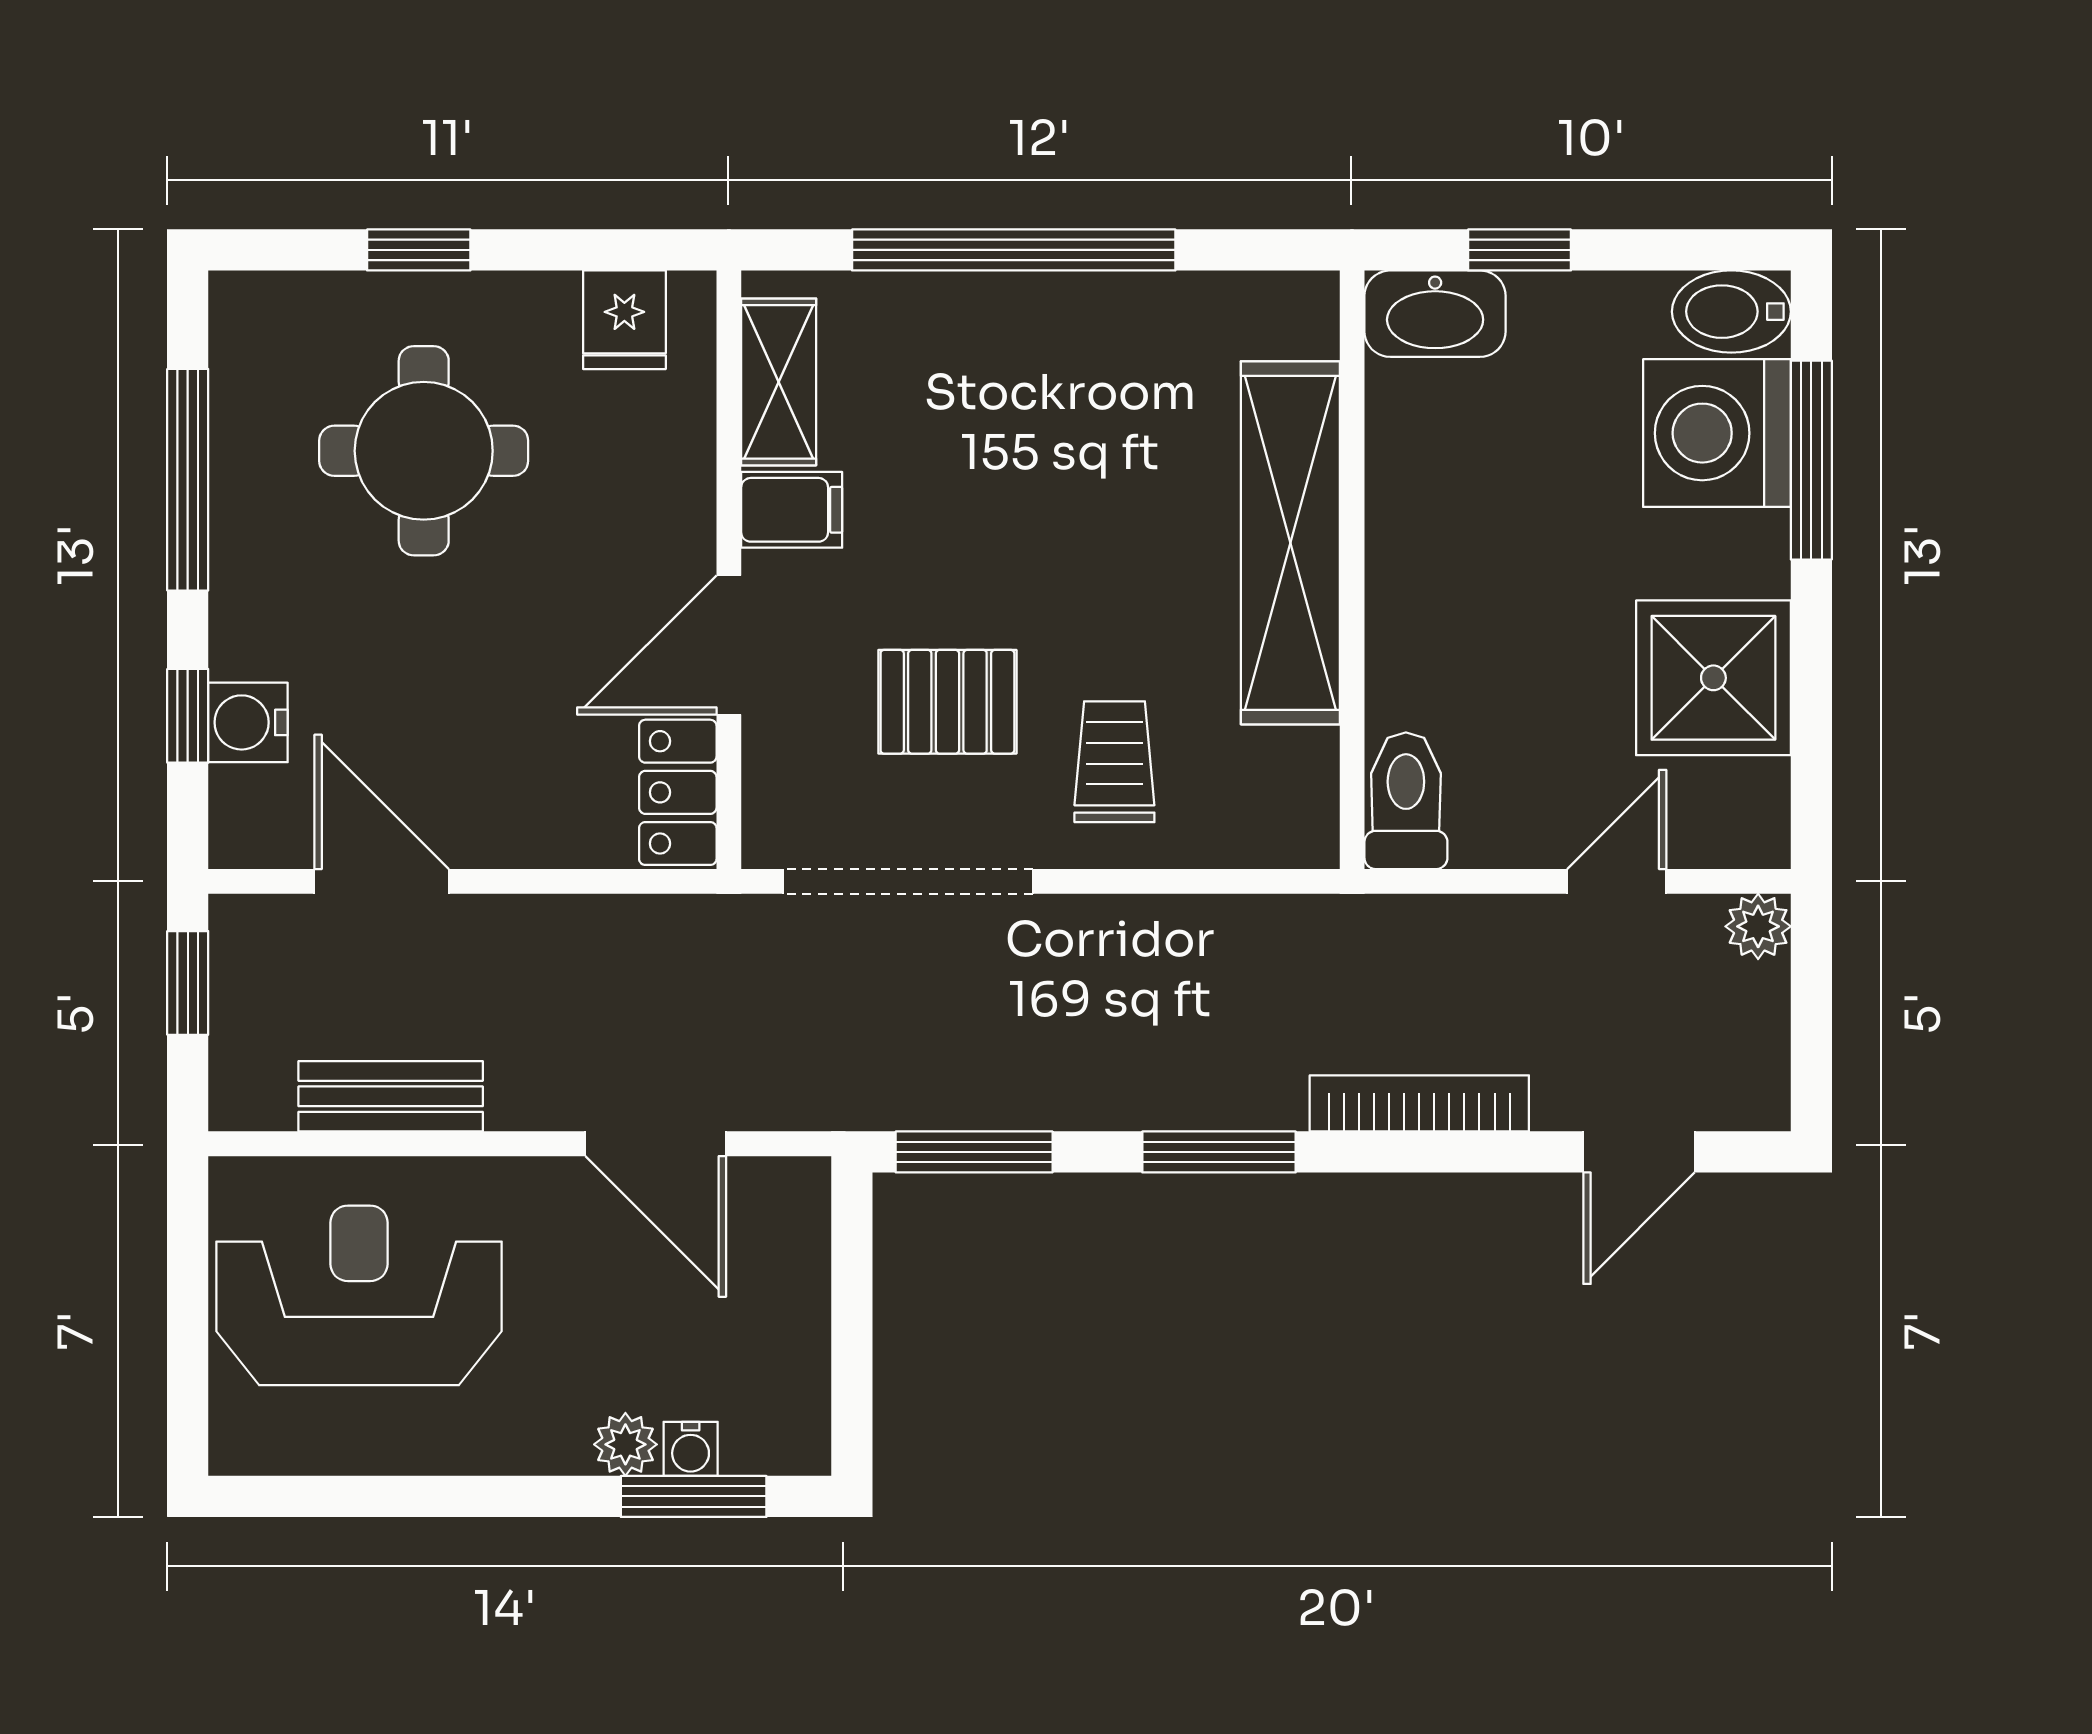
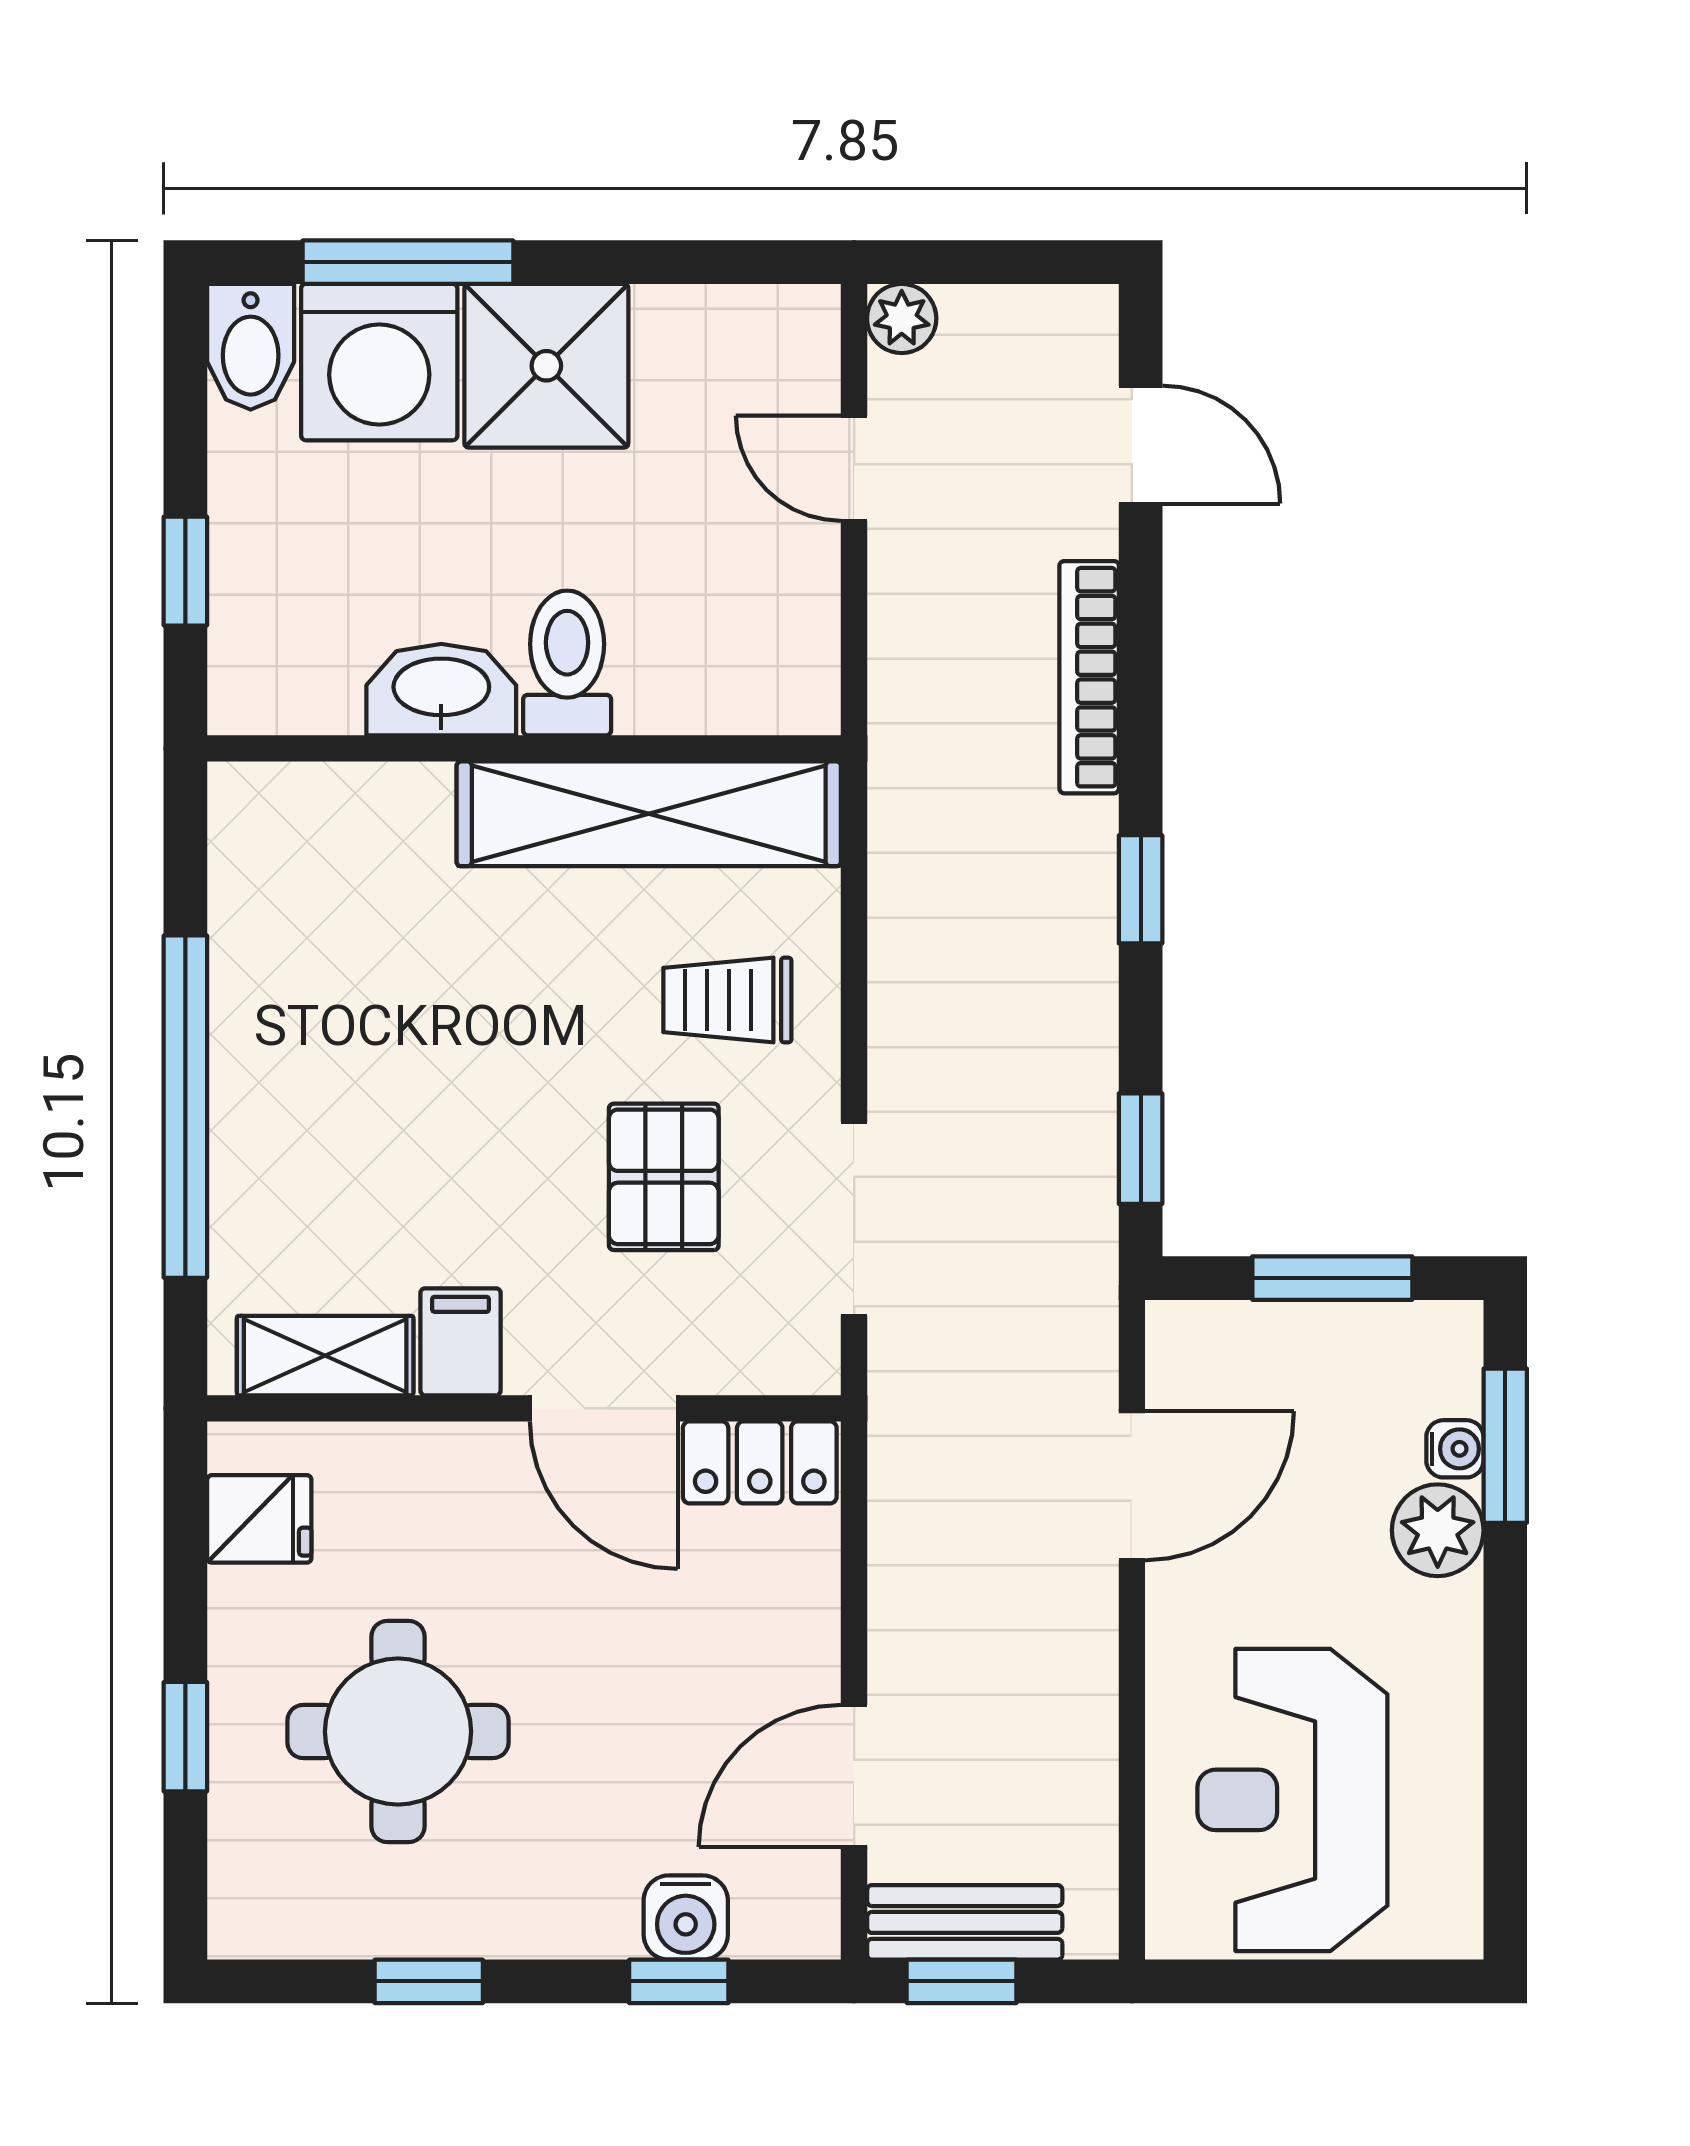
washbasin: (1435, 314) -> (441, 690), moved, turned -90
window: (188, 480) -> (429, 1981), width x0.46
shelving: (1290, 543) -> (649, 814), moved
shower: (1713, 678) -> (546, 366), moved
toilet: (1406, 801) -> (567, 663), moved, turned 90
doorway: (908, 881) -> (854, 1219), width x0.73
bench: (391, 1096) -> (965, 1922), moved, turned 90
window: (974, 1152) -> (1141, 1149), width x0.67
window: (1219, 1152) -> (1141, 889), width x0.67
window: (852, 1333) -> (1332, 1278), added
plant: (625, 1444) -> (1438, 1530), width x1.38, depth x1.38

